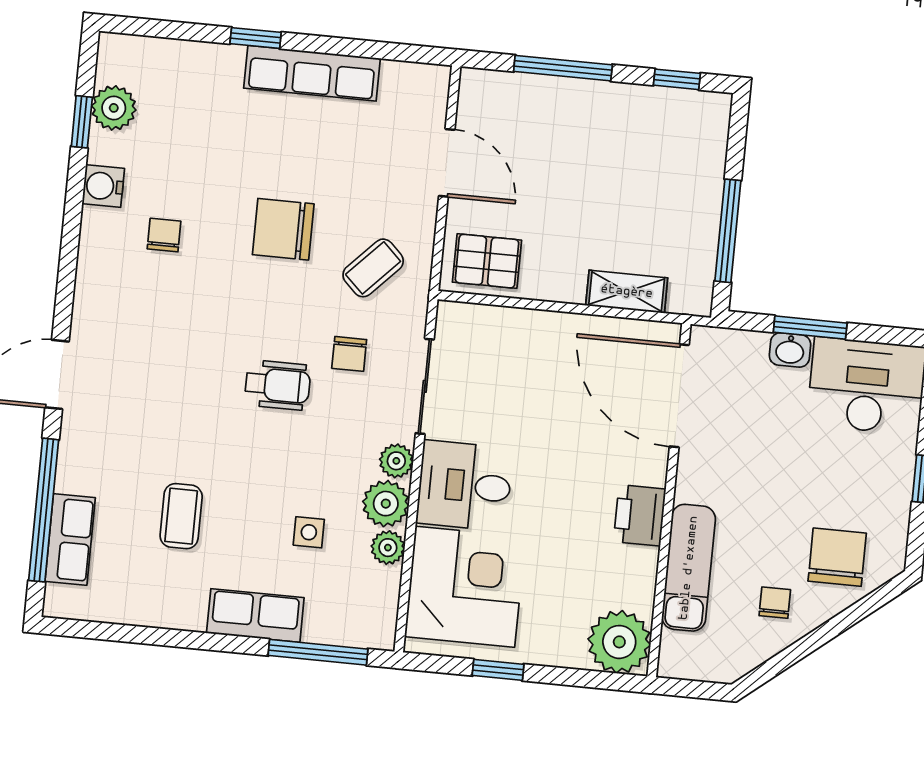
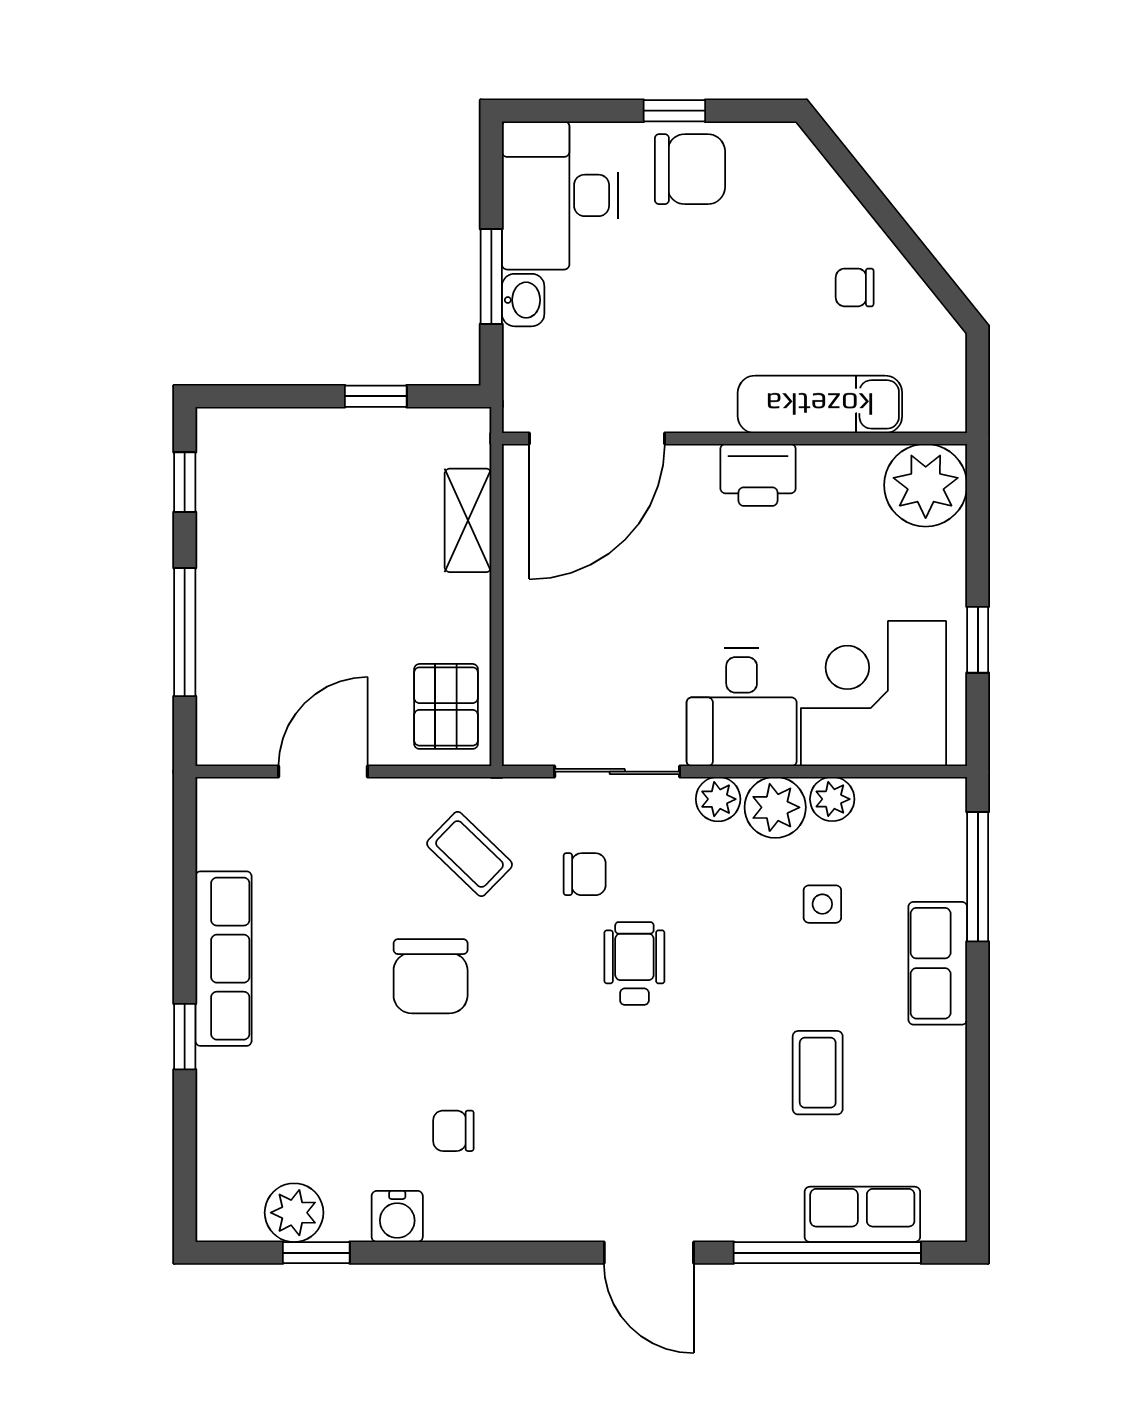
window: (728, 231) -> (376, 396), width x0.46
coffee table: (181, 516) -> (818, 1073), turned 90
chair: (837, 557) -> (690, 169), moved, turned 180

